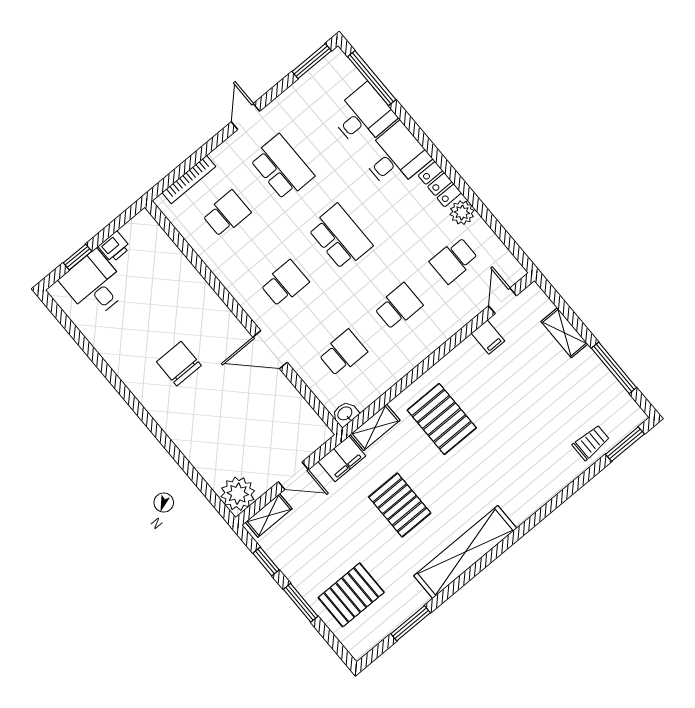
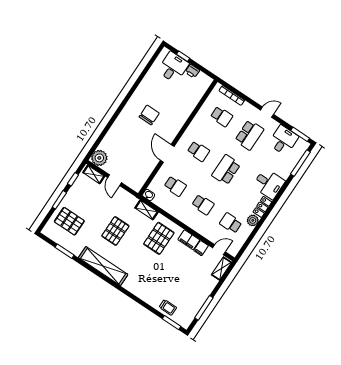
desk: (363, 116) -> (283, 140), moved, turned -90
school desk: (340, 237) -> (226, 170), turned 180
shelving: (564, 333) -> (222, 269), moved
filing cabinet: (342, 459) -> (189, 240), moved

